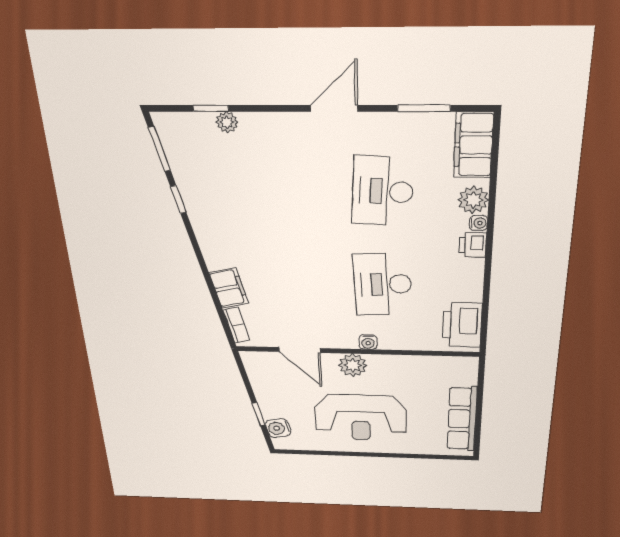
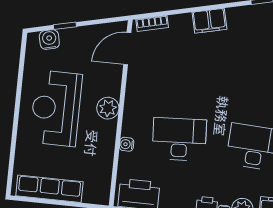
filing cabinet: (229, 288) -> (209, 21), moved
water cooler: (368, 342) -> (127, 144), moved
door: (300, 350) -> (127, 49), moved

